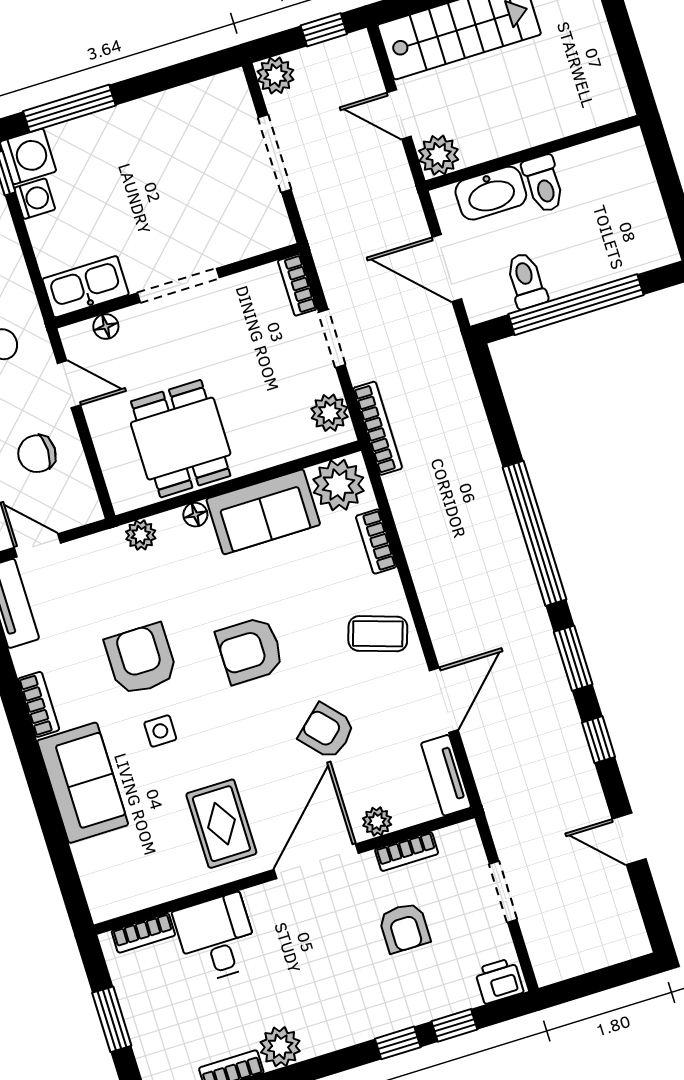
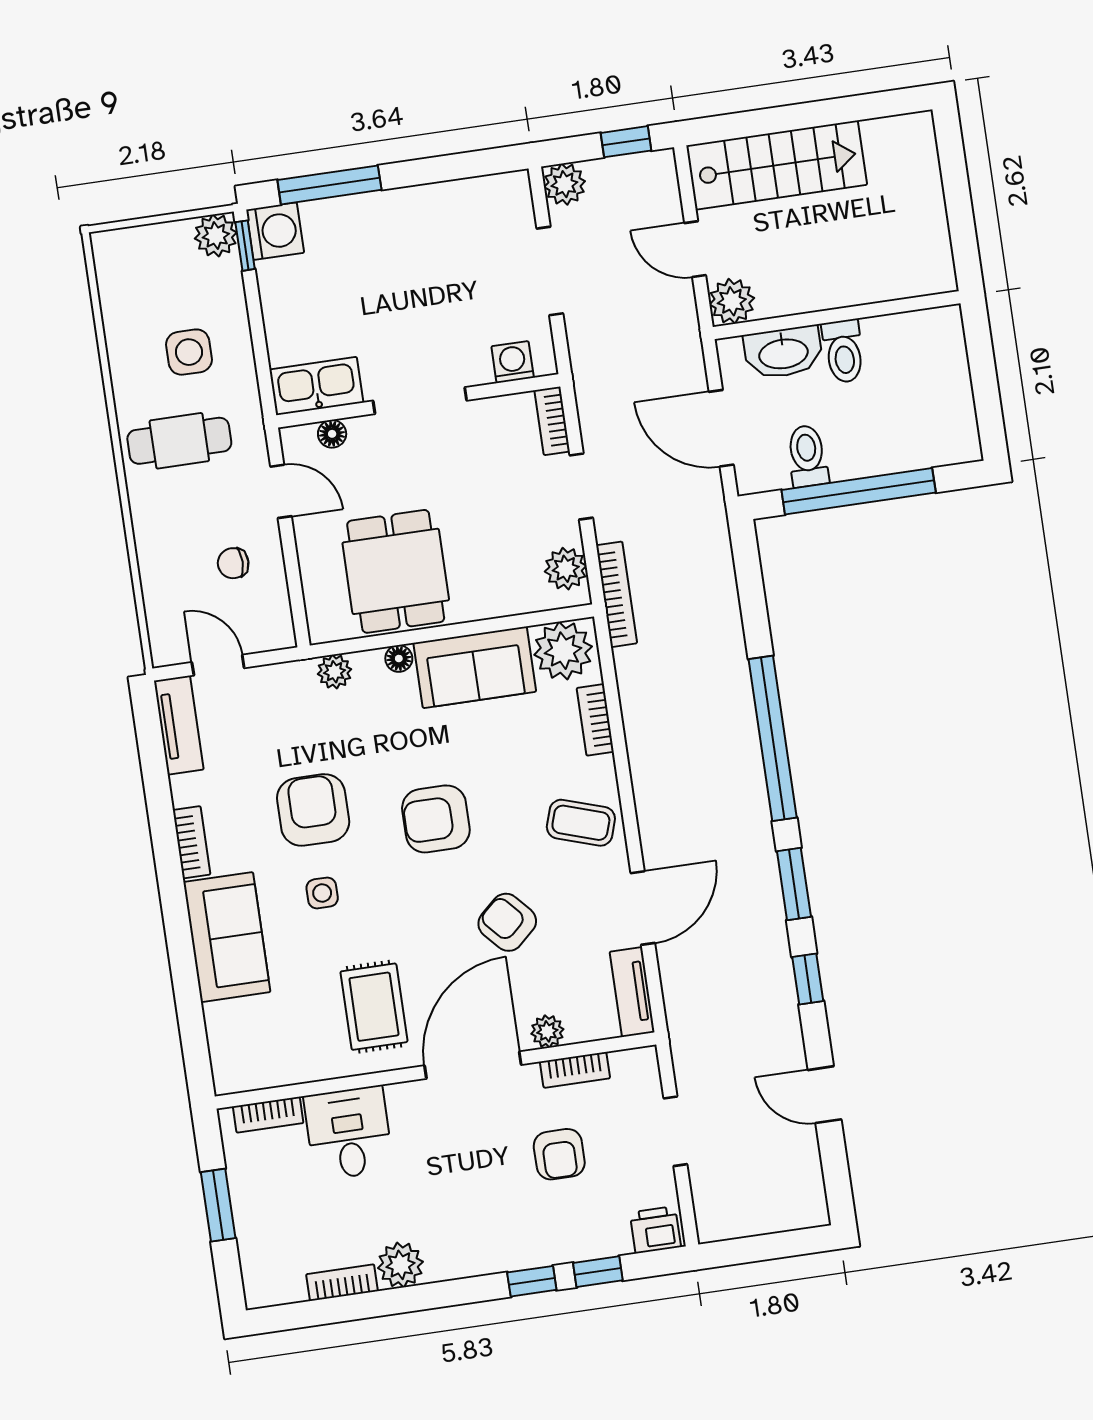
washing machine: (35, 199) -> (513, 362), moved, turned -90
chair: (37, 454) -> (233, 563), width x0.73, depth x0.73

